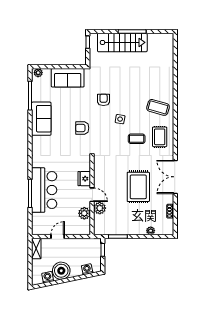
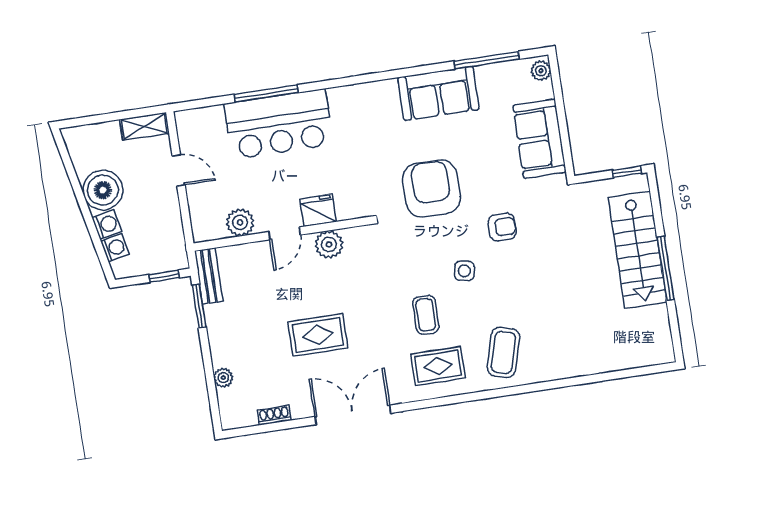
armchair: (82, 128) -> (431, 189), width x1.88, depth x1.88
rug: (138, 187) -> (318, 335), width x0.73, depth x0.70
plant: (100, 208) -> (329, 244), moved
bench: (105, 230) -> (209, 276), added
washing machine: (48, 277) -> (107, 224), moved

